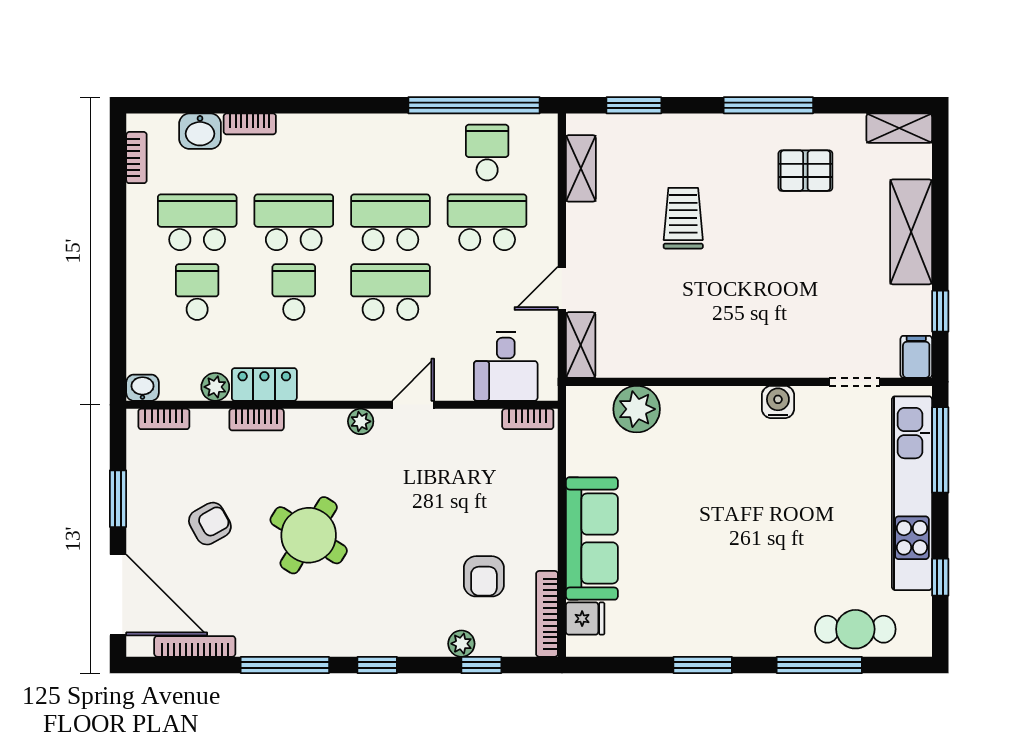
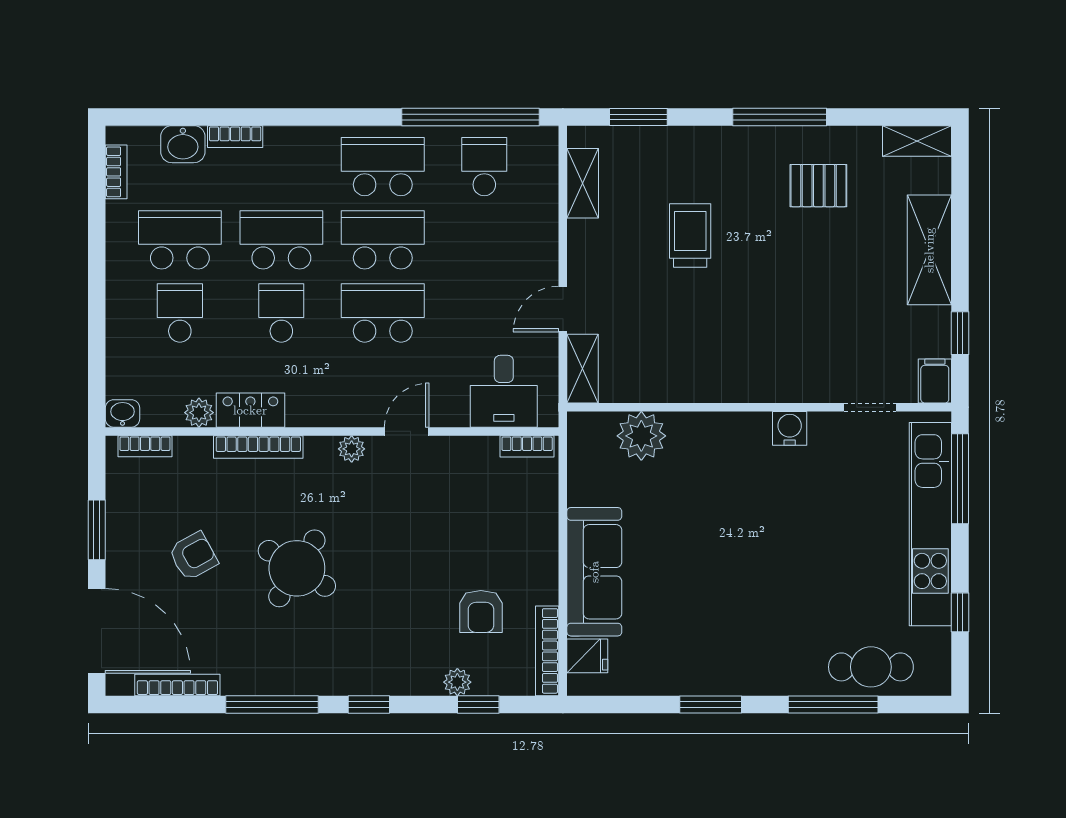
school desk: (487, 222) -> (383, 167), moved
bookcase: (257, 420) -> (258, 447), width x1.56

